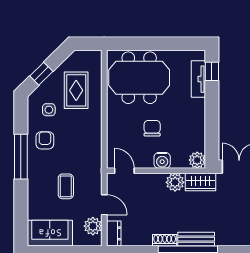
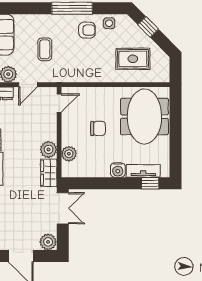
side table: (49, 110) -> (109, 23), moved
water cooler: (162, 160) -> (118, 170), moved, turned -90
plant: (197, 160) -> (69, 154), moved
coffee table: (66, 186) -> (45, 49), turned 90

